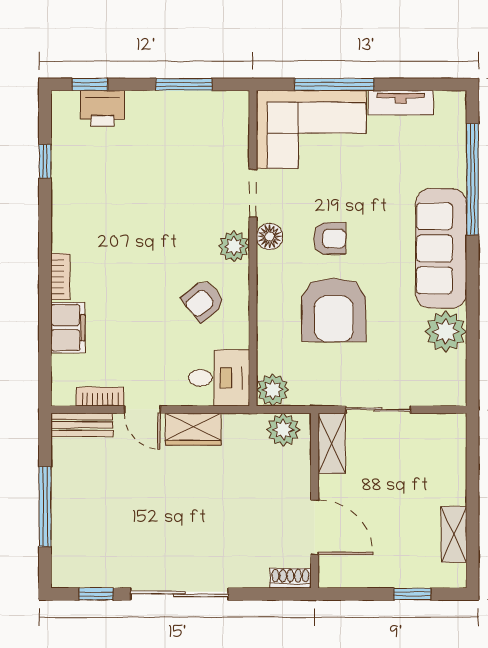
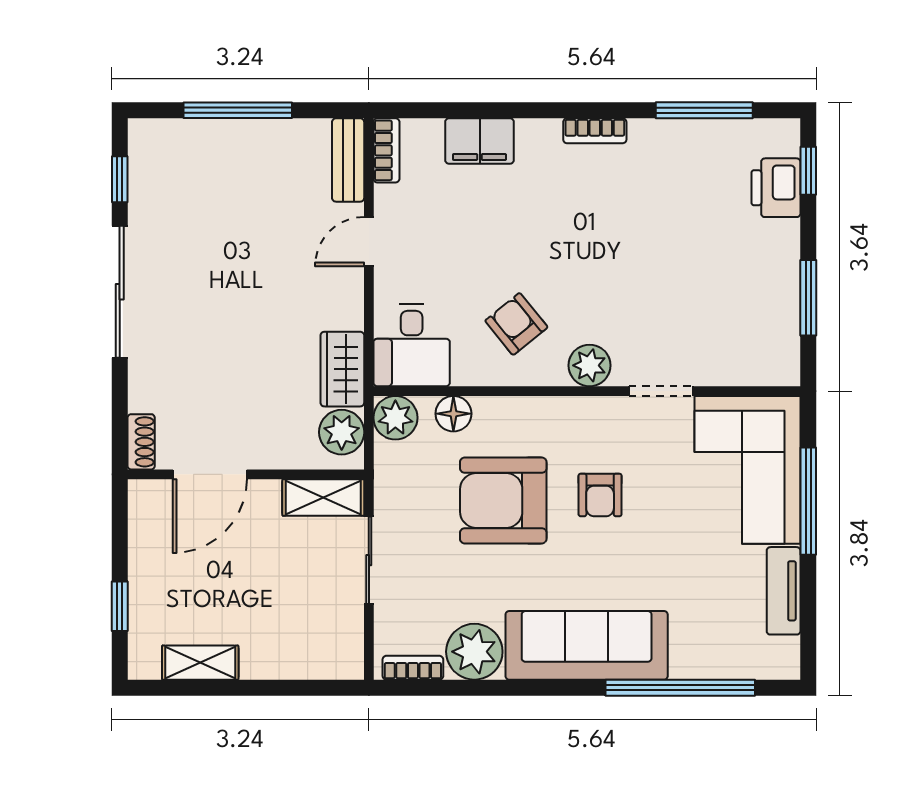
window: (45, 161) -> (704, 110), width x2.17
floor lamp: (270, 237) -> (453, 414), moved
bookcase: (60, 277) -> (595, 131), moved
bookcase: (458, 377) -> (413, 668), added
bookcase: (100, 397) -> (386, 150), moved
wardrobe: (193, 429) -> (342, 369), moved

